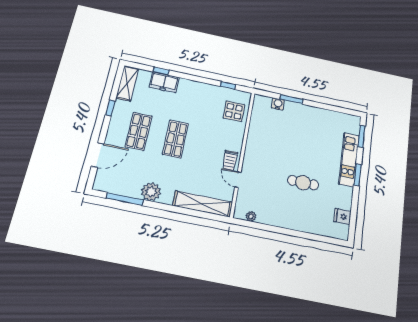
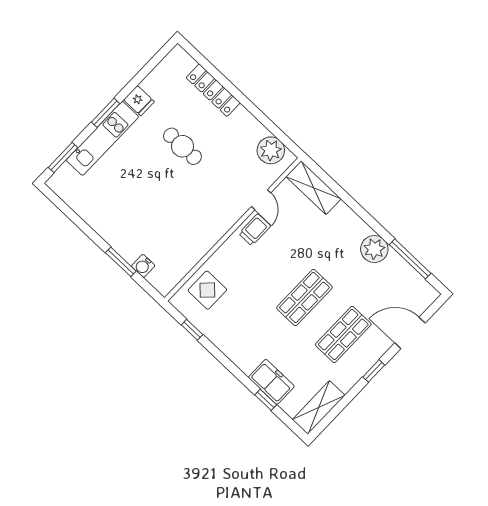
window: (110, 108) -> (374, 371), moved
shelving: (203, 204) -> (314, 188), width x0.68
plant: (251, 216) -> (271, 150), width x1.87, depth x1.87
fridge: (342, 216) -> (139, 101), moved
locker: (309, 226) -> (213, 90), added

